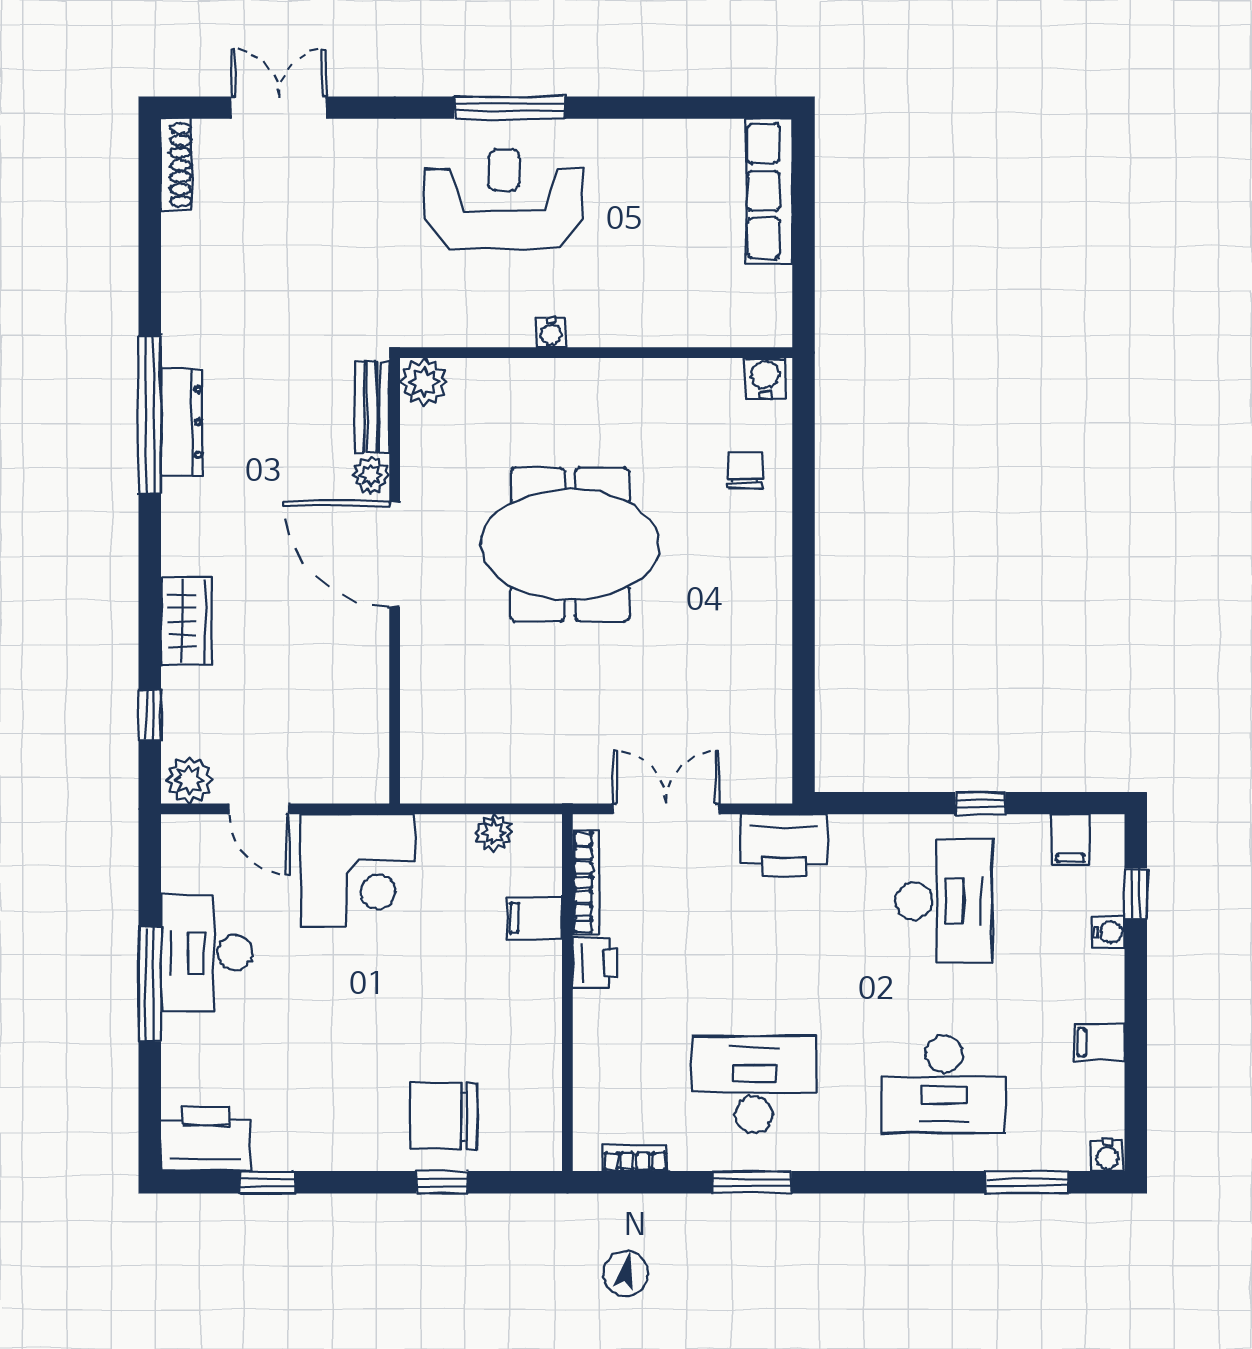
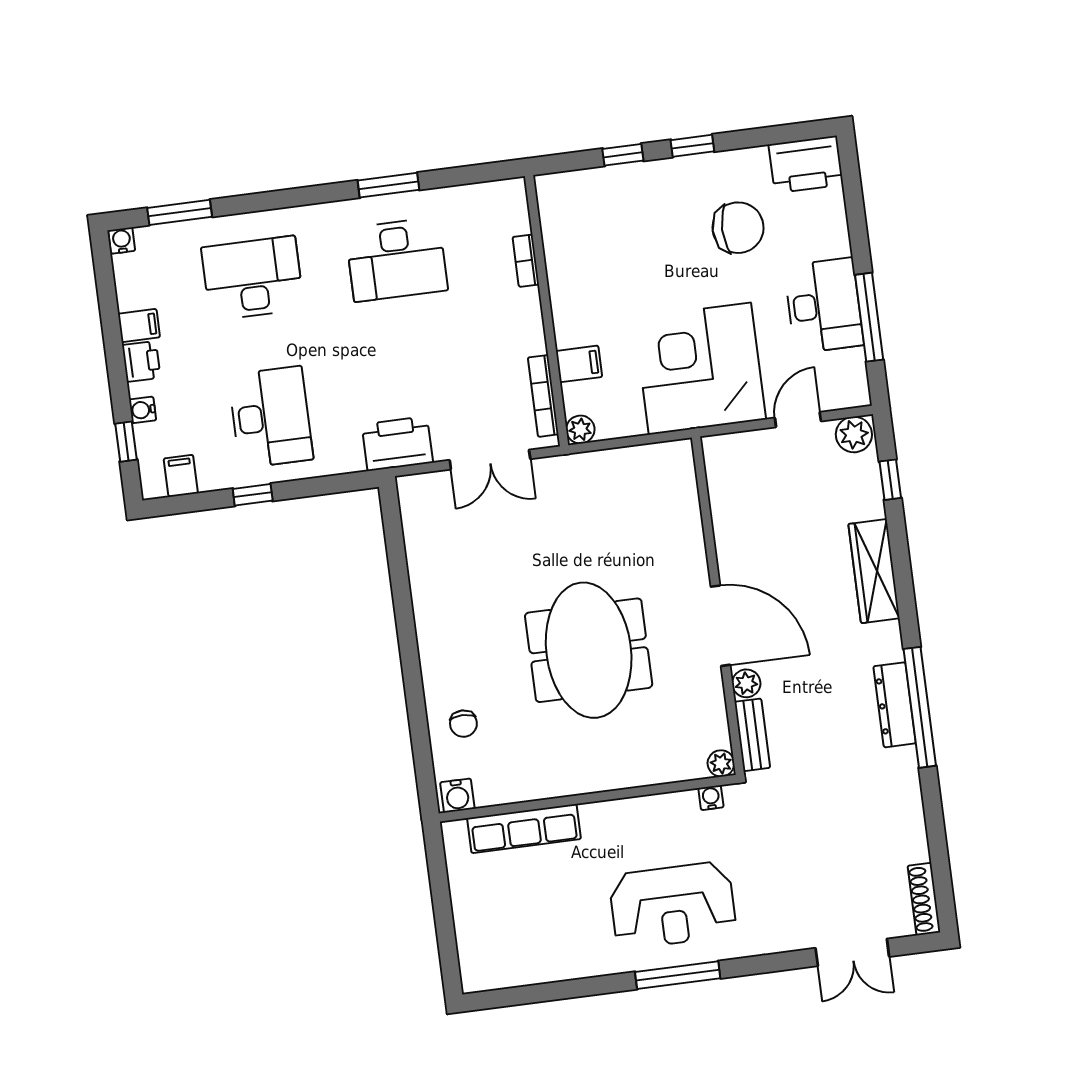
row of seats: (769, 191) -> (524, 828), moved, turned 90
water cooler: (551, 333) -> (711, 798), moved
plant: (424, 382) -> (721, 763), width x0.73, depth x0.73
meeting table: (570, 545) -> (589, 650), turned 90
wardrobe: (186, 621) -> (874, 571), width x1.50
door: (259, 809) -> (798, 420), hinge flipped
plant: (494, 833) -> (580, 430), moved
corner desk: (358, 871) -> (700, 369), width x1.36, depth x1.36
desk: (944, 901) -> (271, 417), turned 180
printer: (595, 963) -> (141, 361), moved, turned 180
window: (150, 984) -> (869, 317), moved
chair: (444, 1116) -> (738, 228), moved
bookcase: (635, 1158) -> (526, 261), moved, turned 90
window: (268, 1182) -> (692, 146), moved

